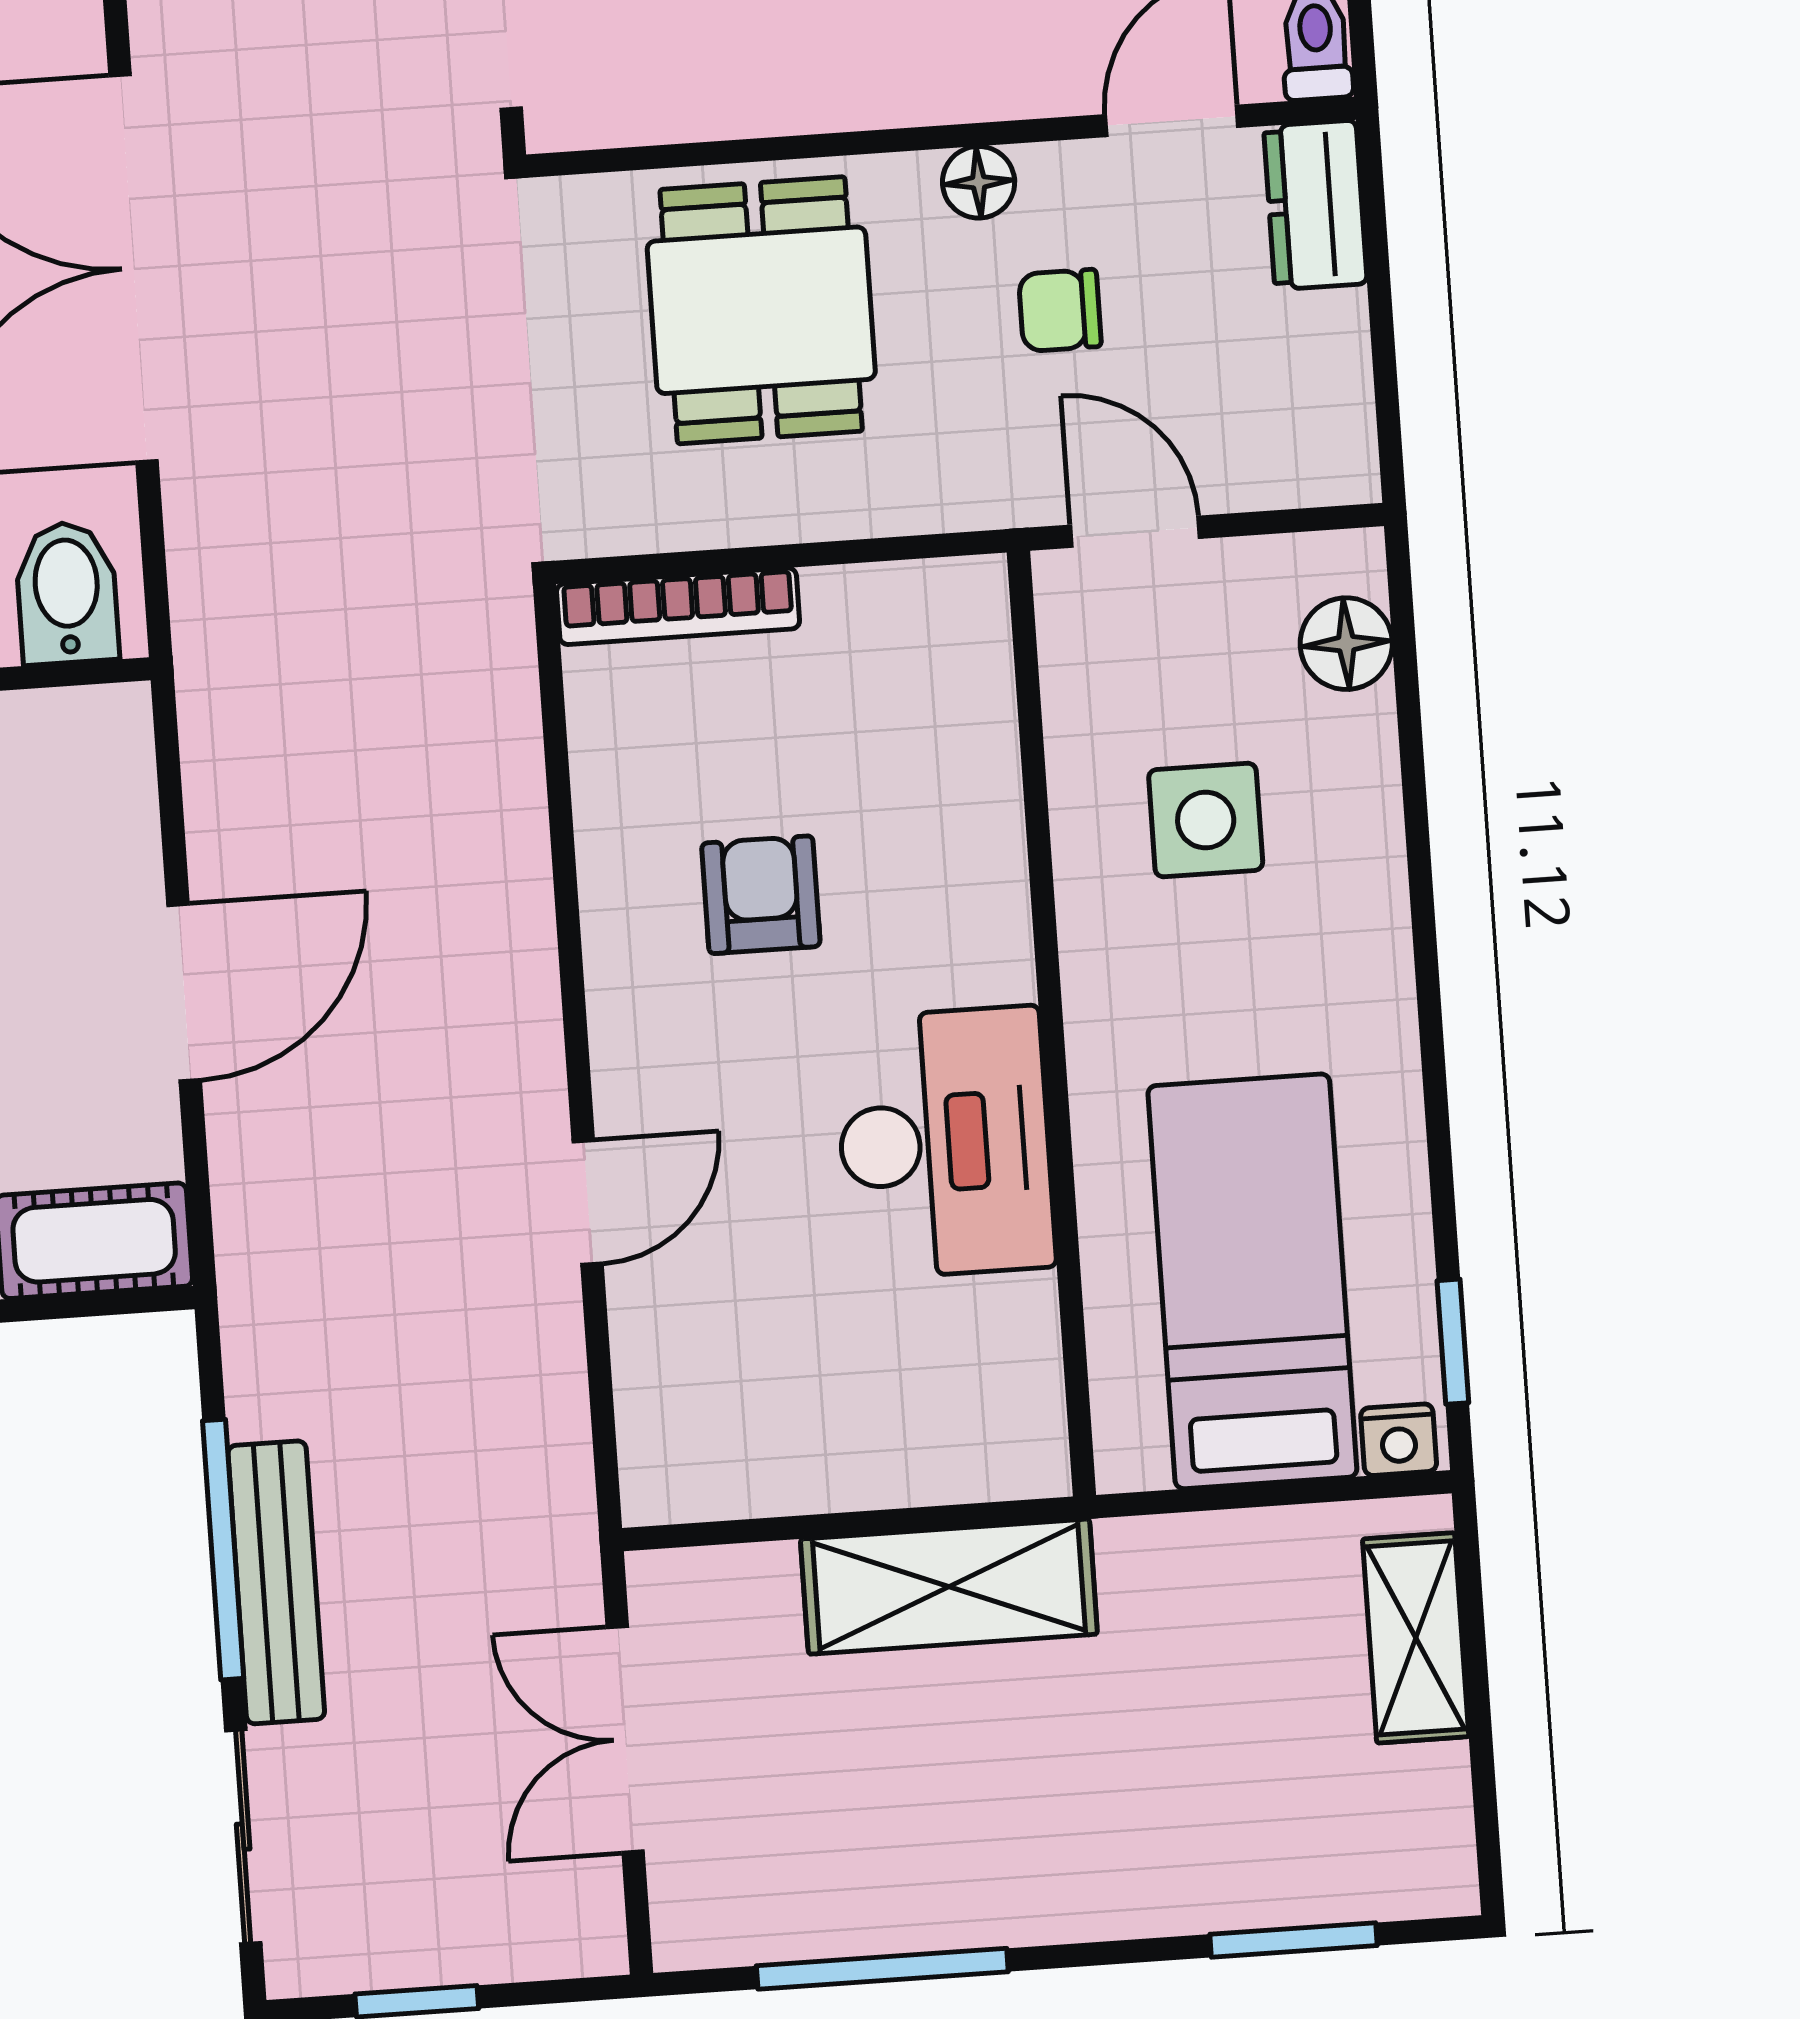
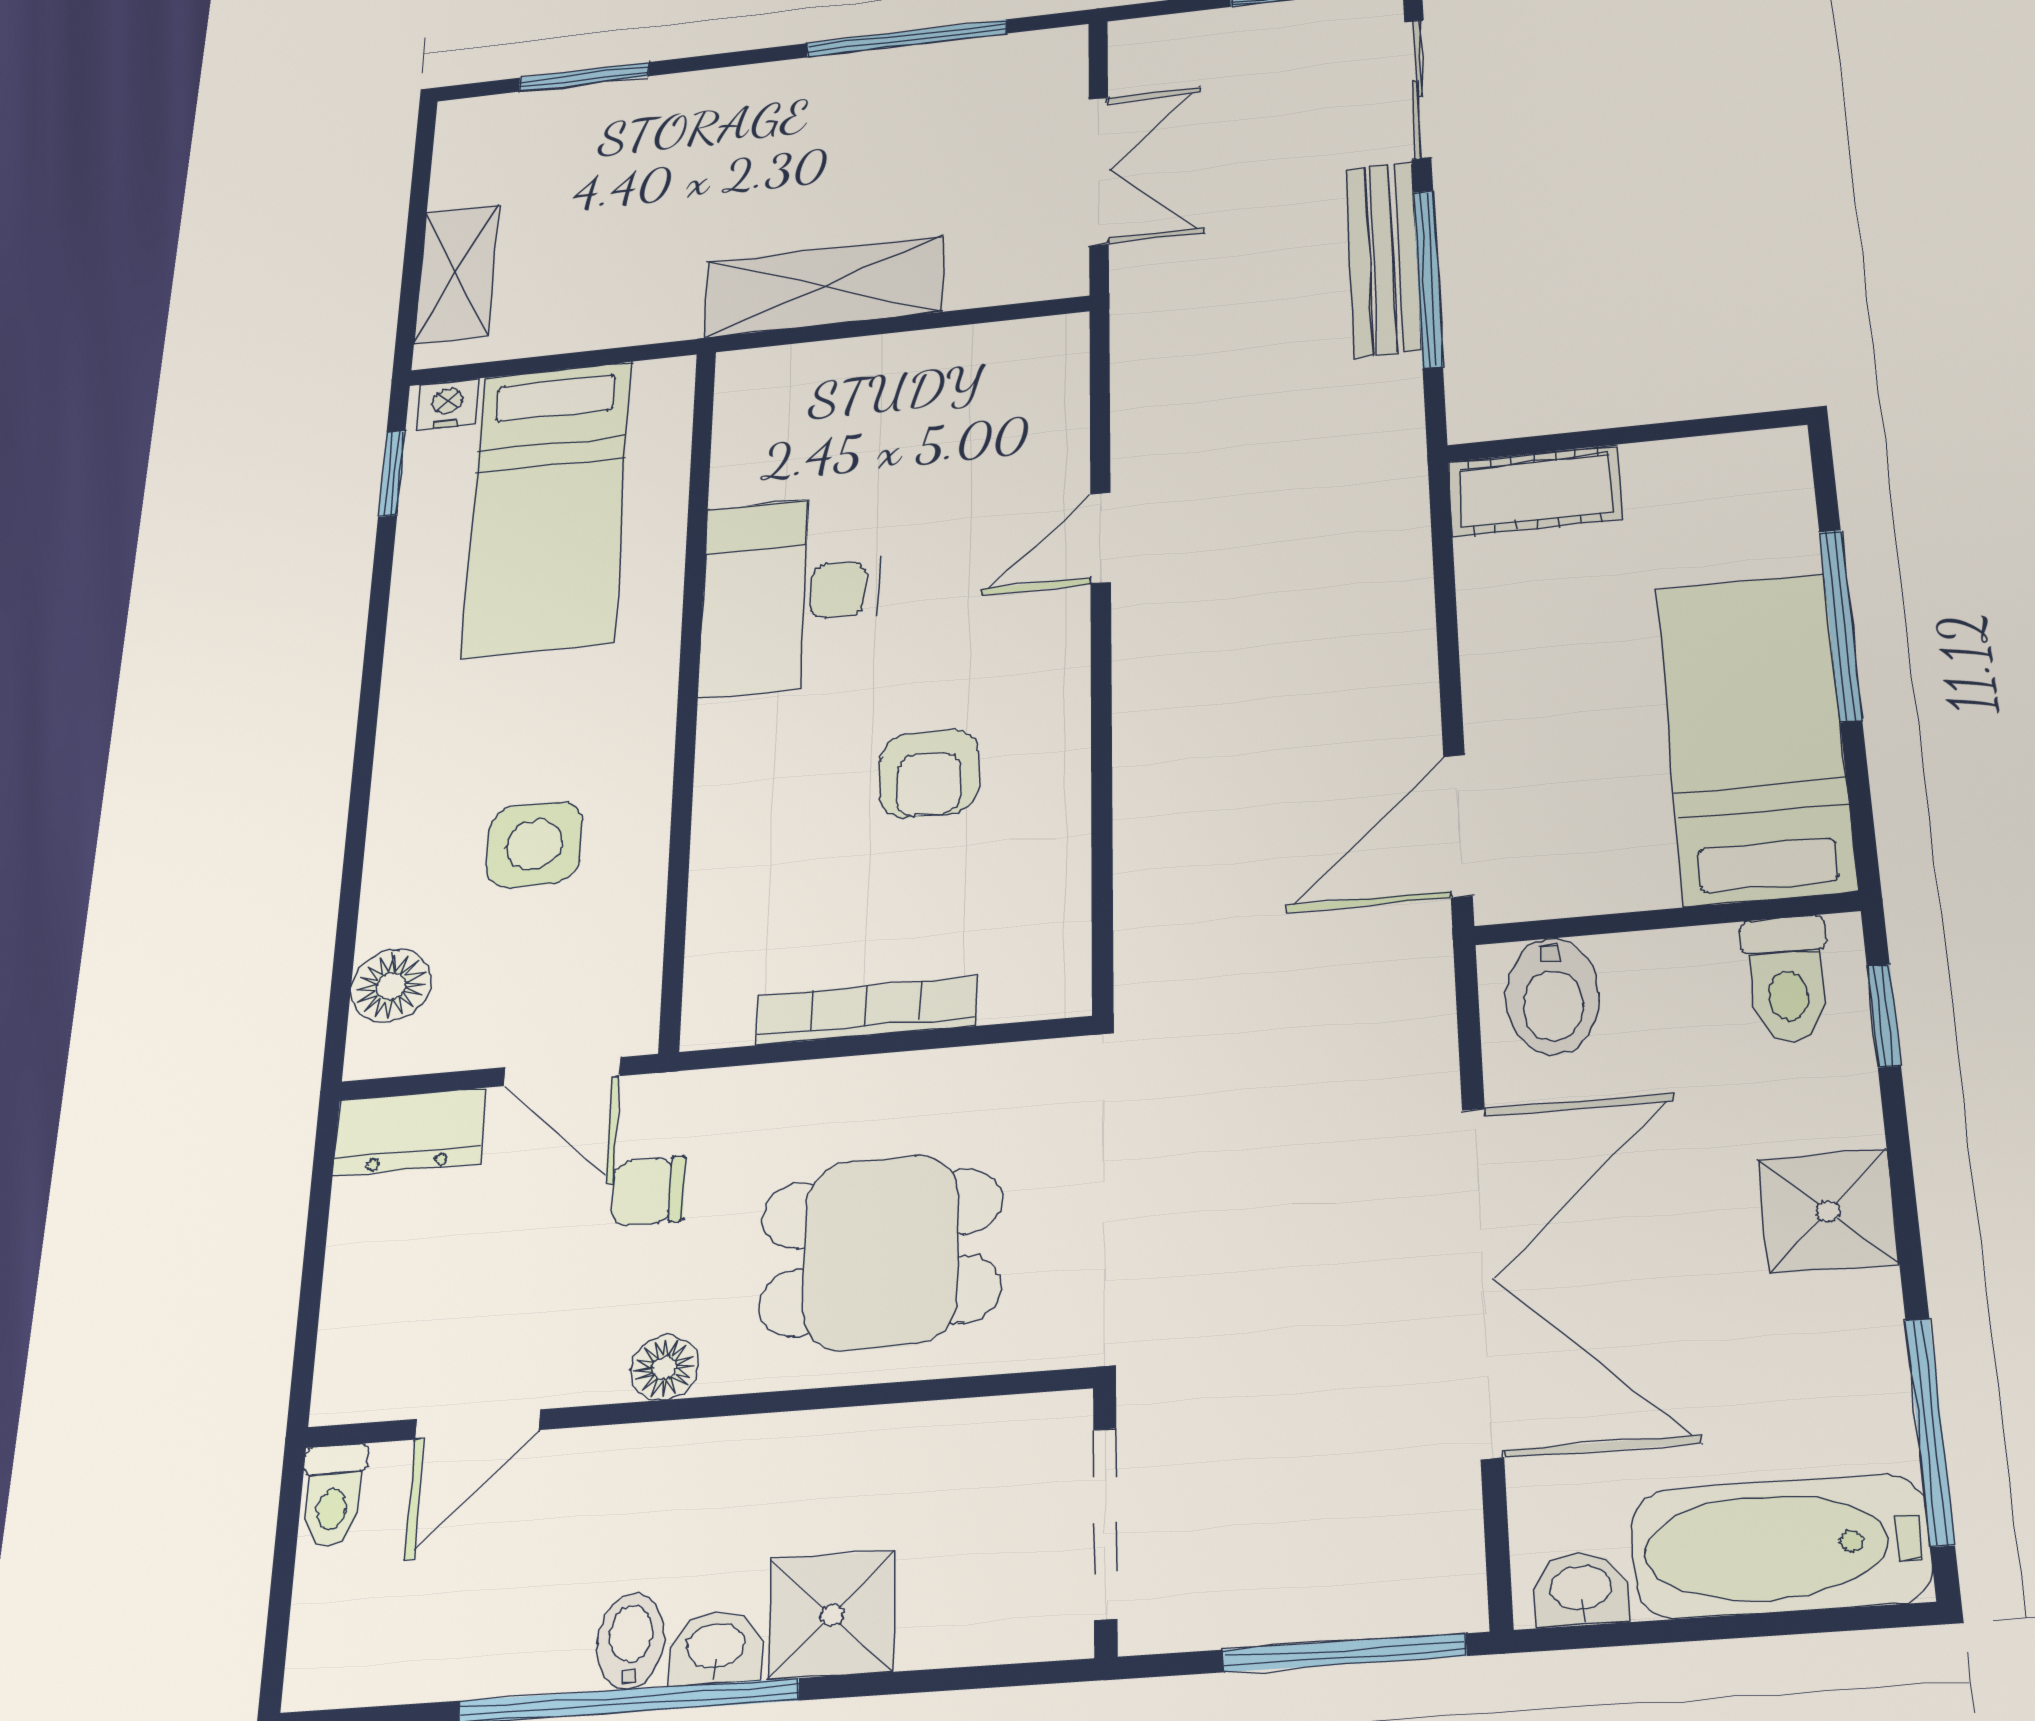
dresser: (1315, 205) -> (409, 1132), moved, turned 90
dining table: (761, 310) -> (881, 1252), turned 90
chair: (1060, 310) -> (649, 1191), moved, turned 180
bookcase: (678, 606) -> (867, 1010), moved
door: (184, 992) -> (1458, 826), moved

